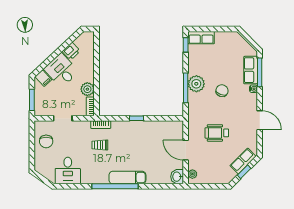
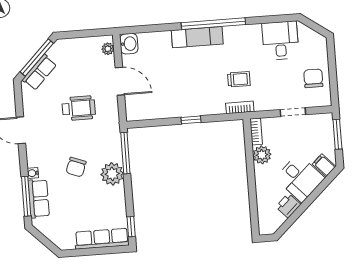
row of seats: (201, 38) -> (102, 239), width x1.48
window: (186, 88) -> (125, 153), moved
window: (244, 172) -> (37, 58), width x2.17

